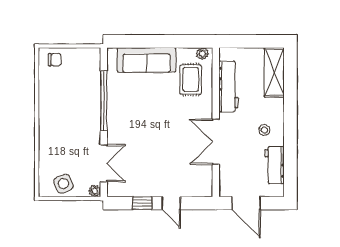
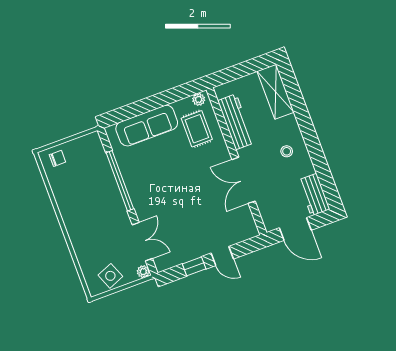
workbench: (275, 165) -> (314, 195), moved

